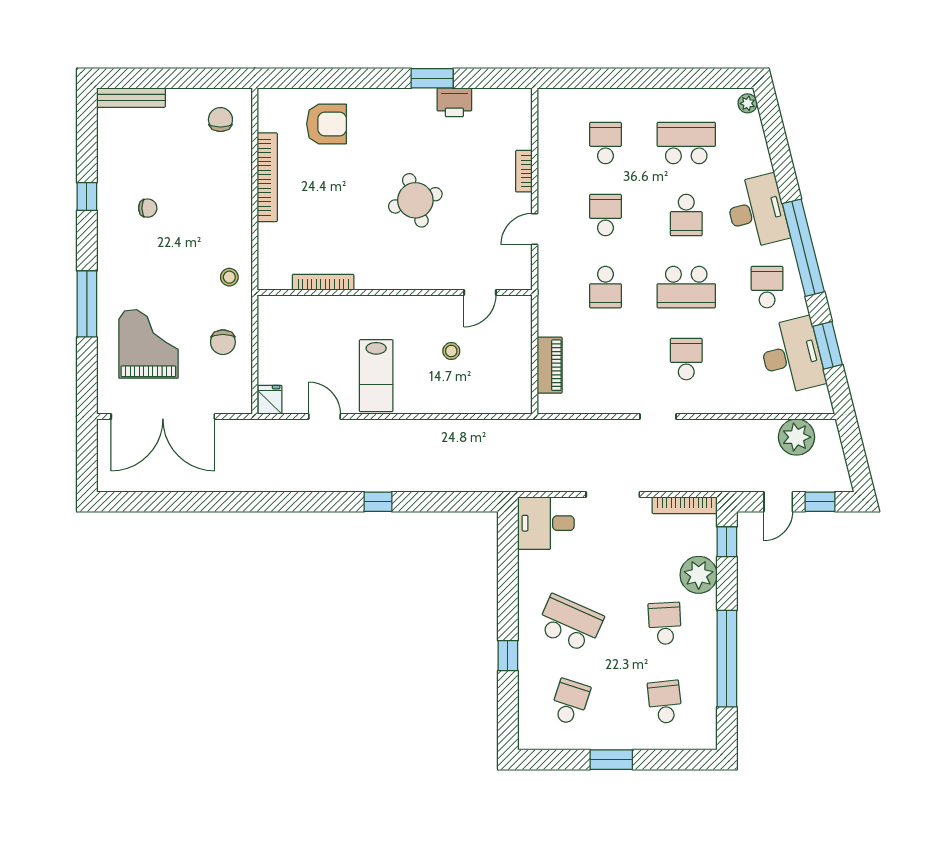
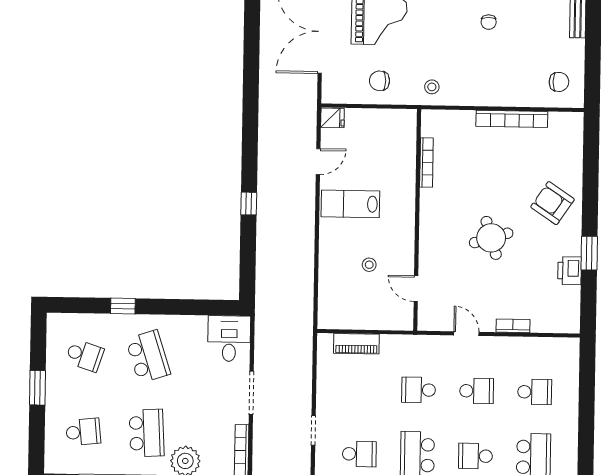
armchair: (327, 124) -> (553, 203), moved, turned 124
school desk: (570, 623) -> (148, 357), turned -42
school desk: (665, 623) -> (147, 433), width x1.85

